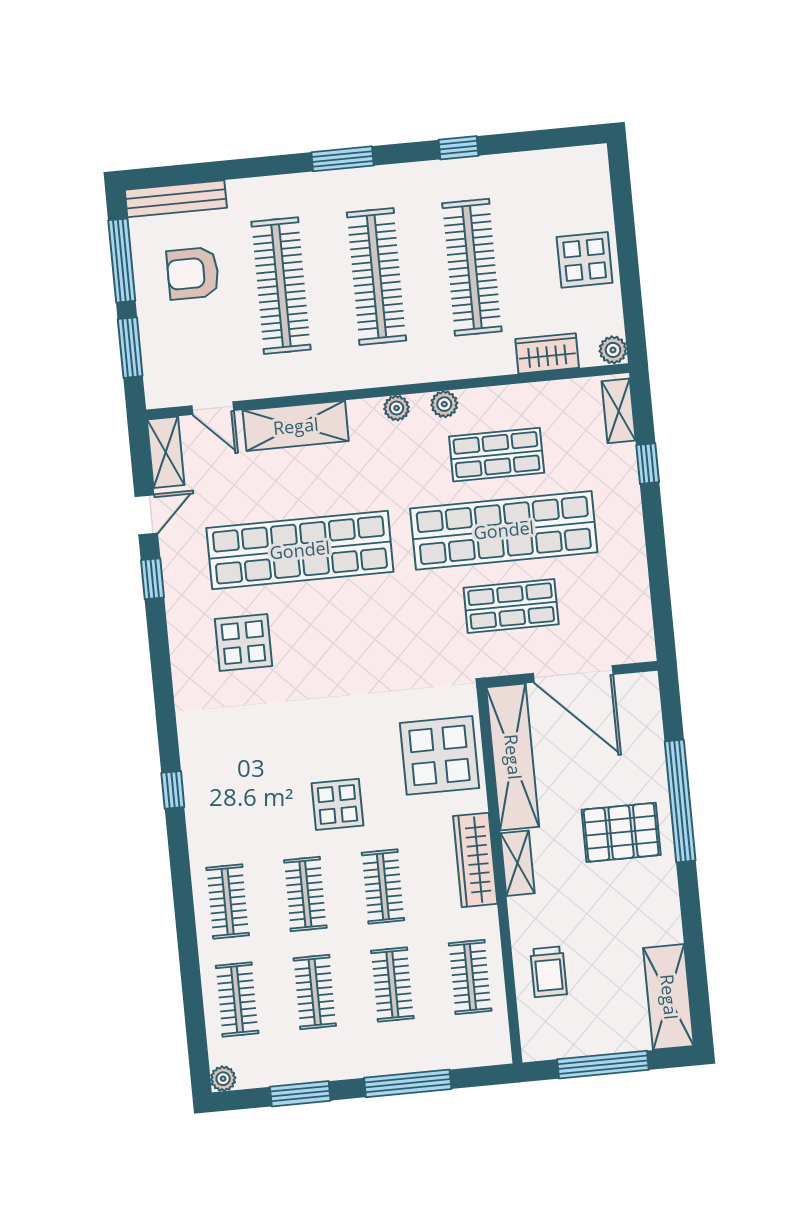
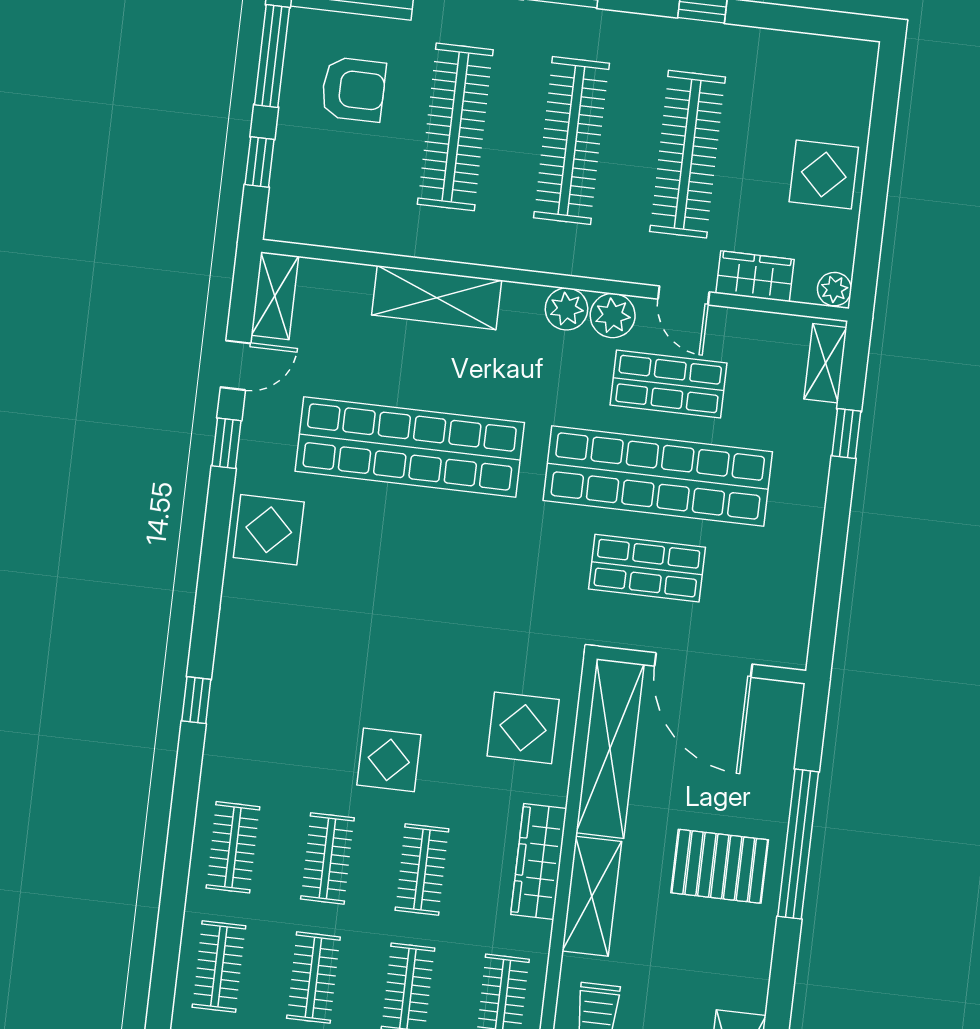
armchair: (193, 273) -> (353, 89), turned 180
window: (130, 348) -> (260, 162), width x0.67
plant: (444, 404) -> (613, 316), width x1.38, depth x1.38
door: (213, 408) -> (684, 295), moved
plant: (397, 408) -> (566, 309), width x1.38, depth x1.38
display table: (243, 642) -> (269, 530), moved
display table: (439, 755) -> (523, 728), width x0.73, depth x0.73
shelving: (517, 863) -> (592, 896), width x1.50, depth x1.33

